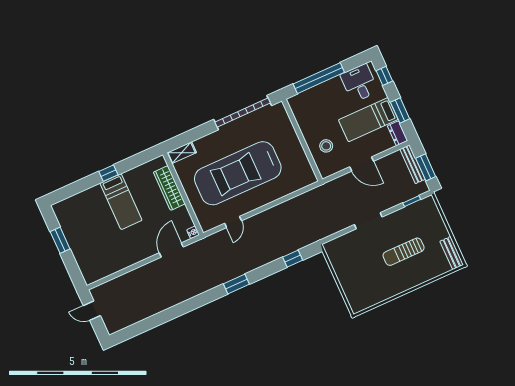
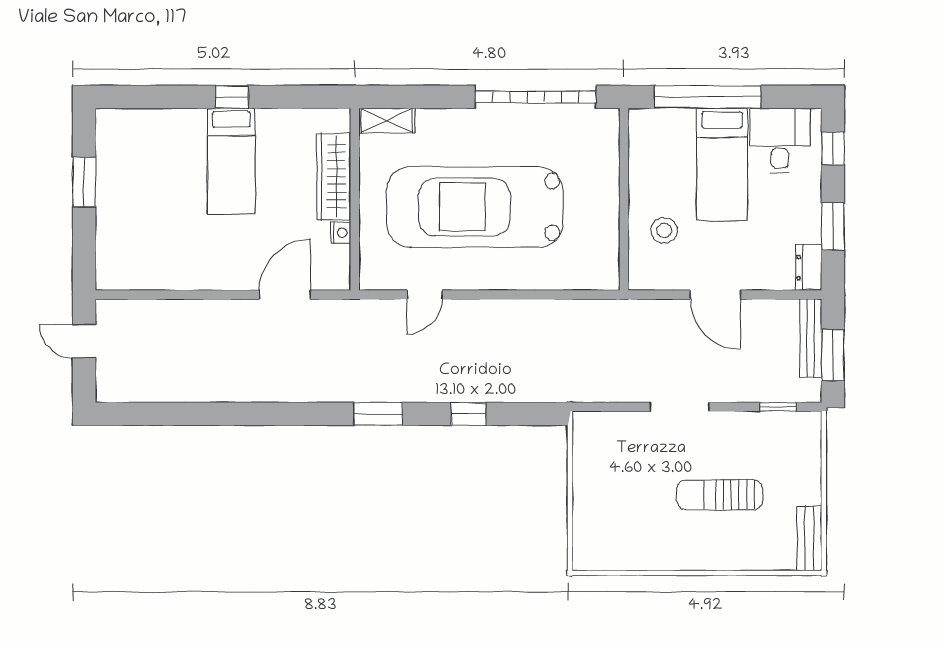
bed: (368, 120) -> (722, 164), moved, turned -90
nightstand: (193, 232) -> (341, 233), moved
window: (293, 259) -> (469, 414), moved

